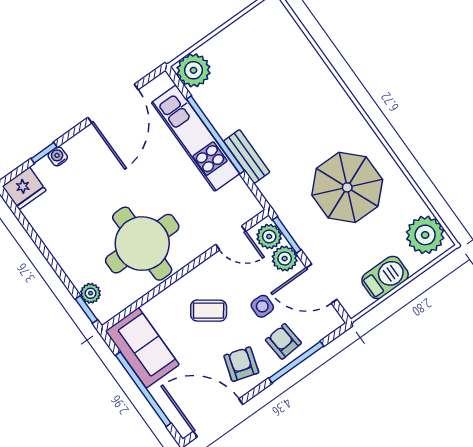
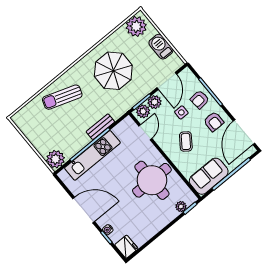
sun lounger: (306, 91) -> (62, 97), added
door: (113, 104) -> (84, 210), moved
armchair: (241, 364) -> (214, 122), turned -107

